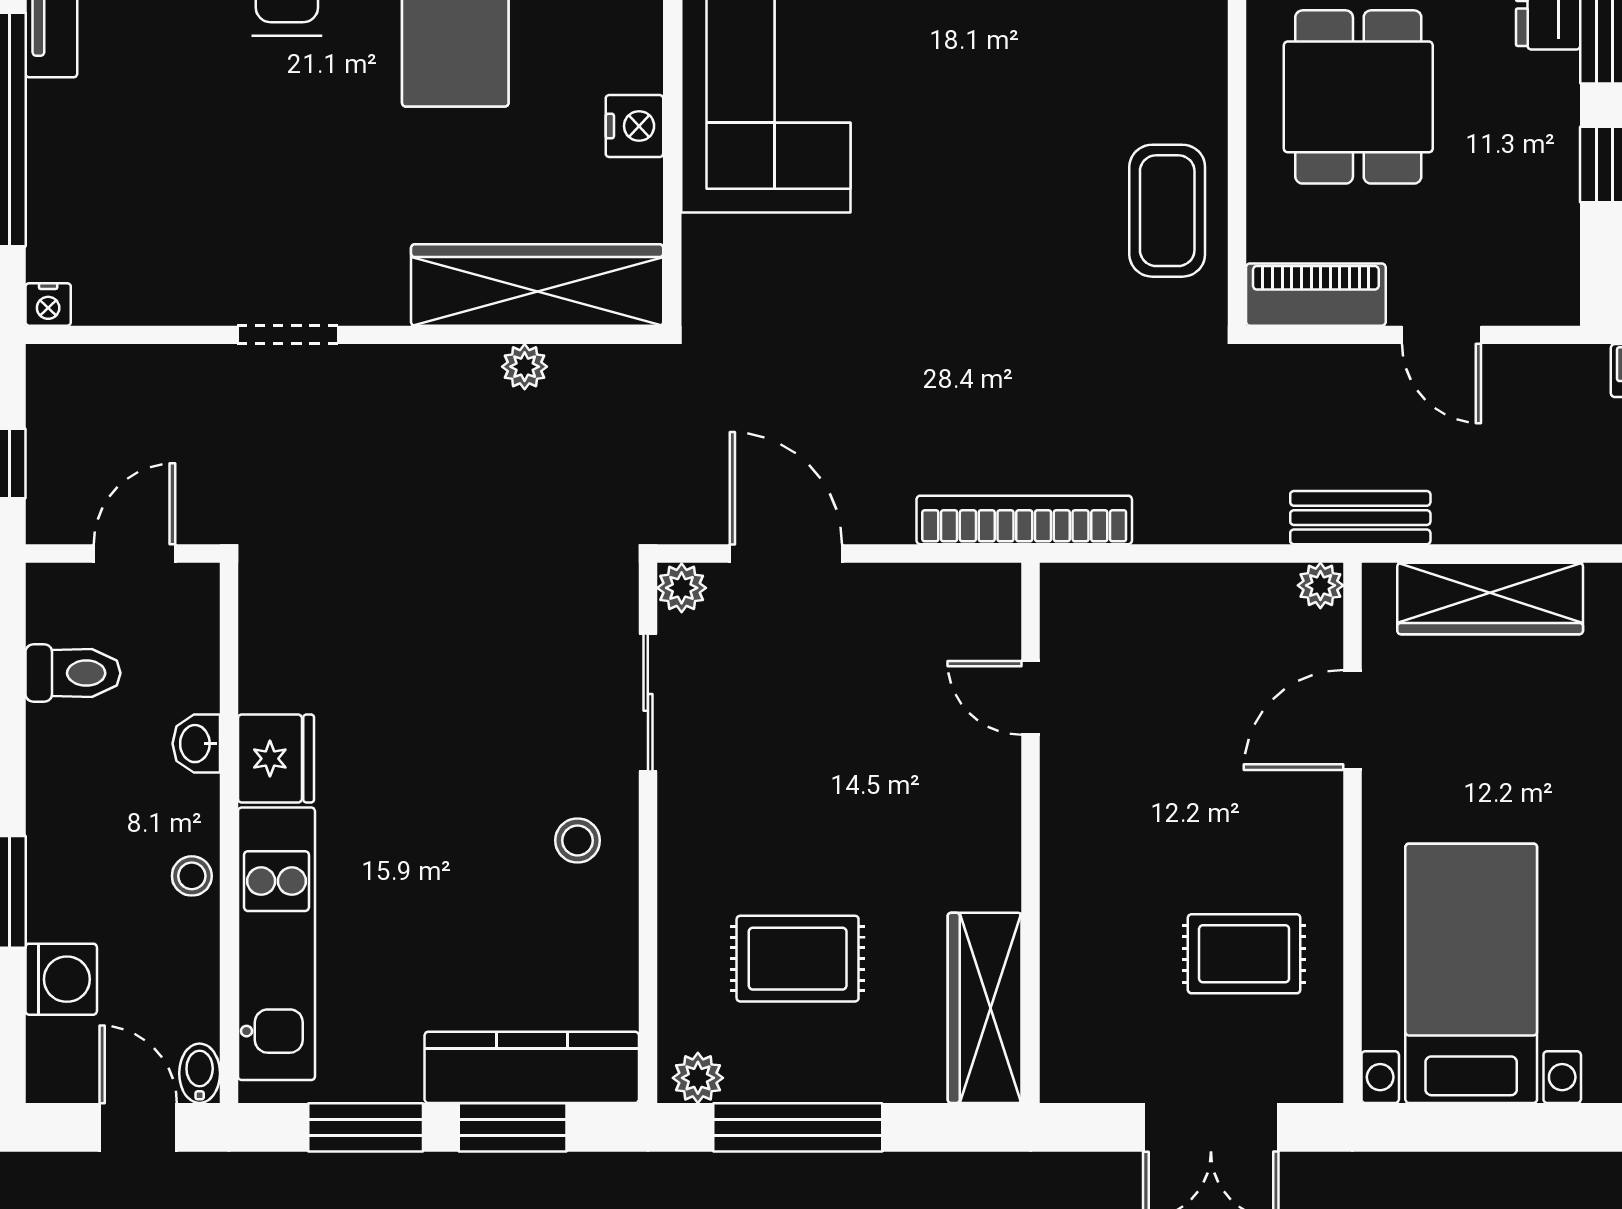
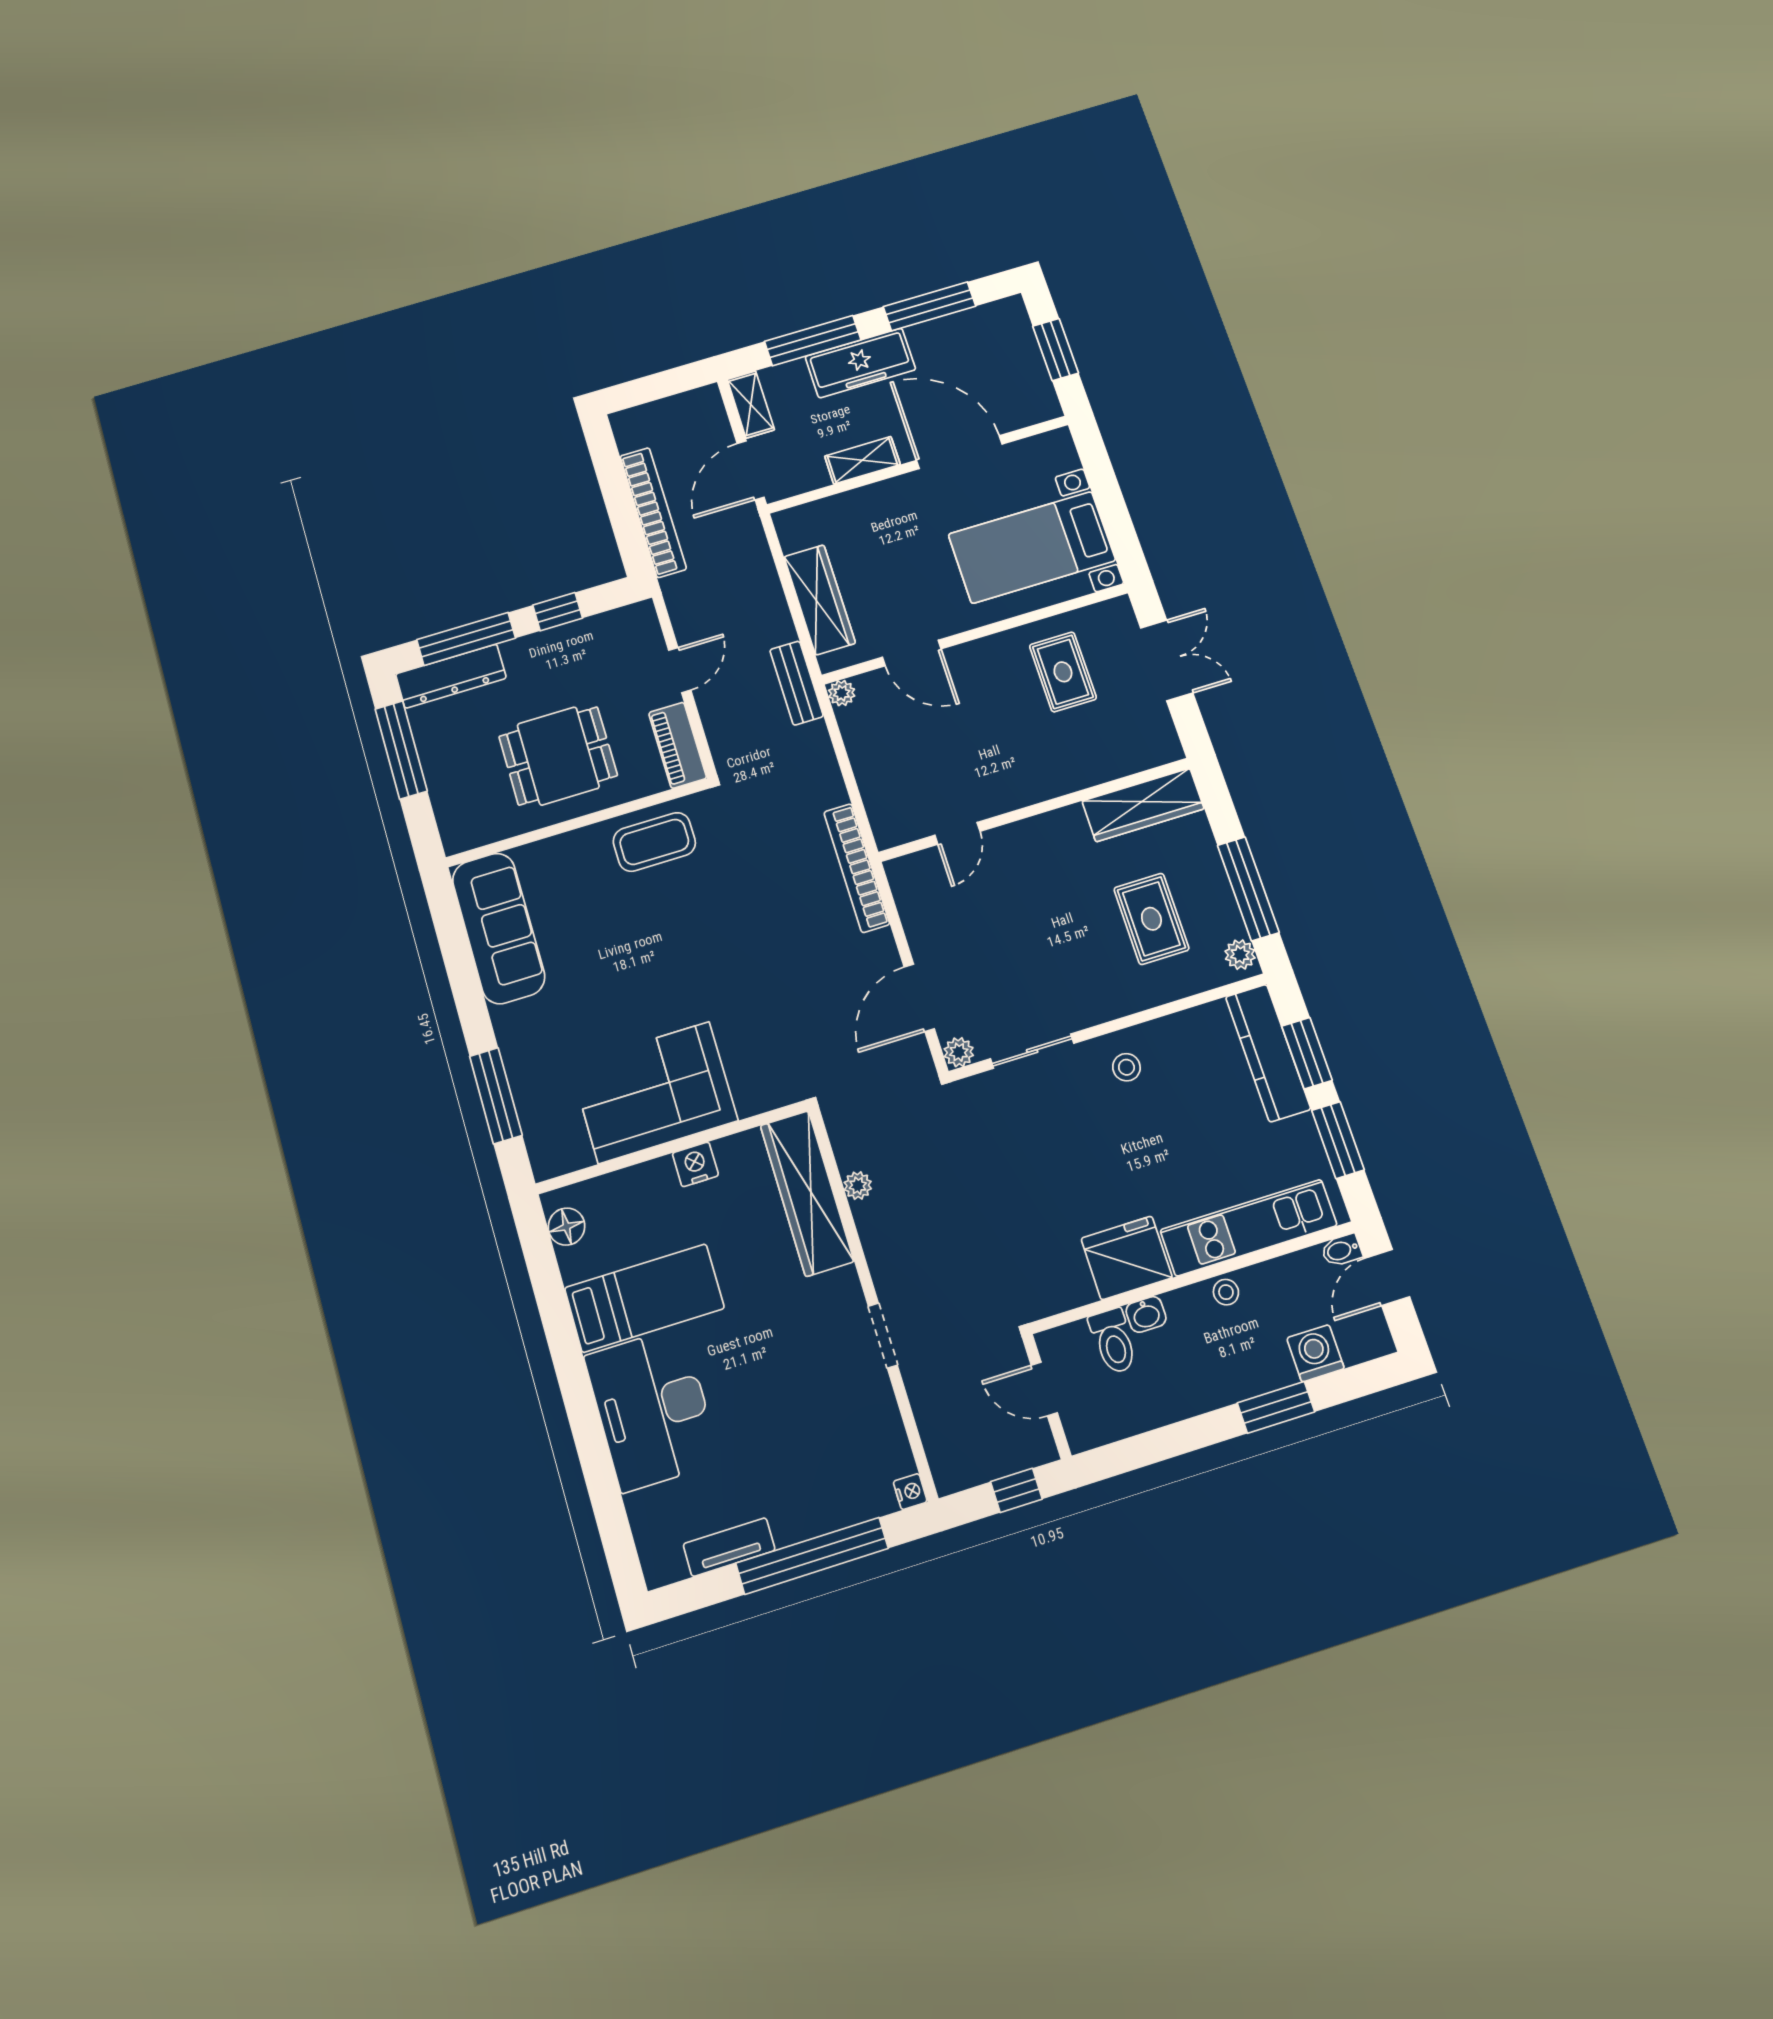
toilet: (73, 673) -> (1113, 1341), moved, turned 180
fridge: (276, 759) -> (1127, 1258), width x1.36, depth x1.34

